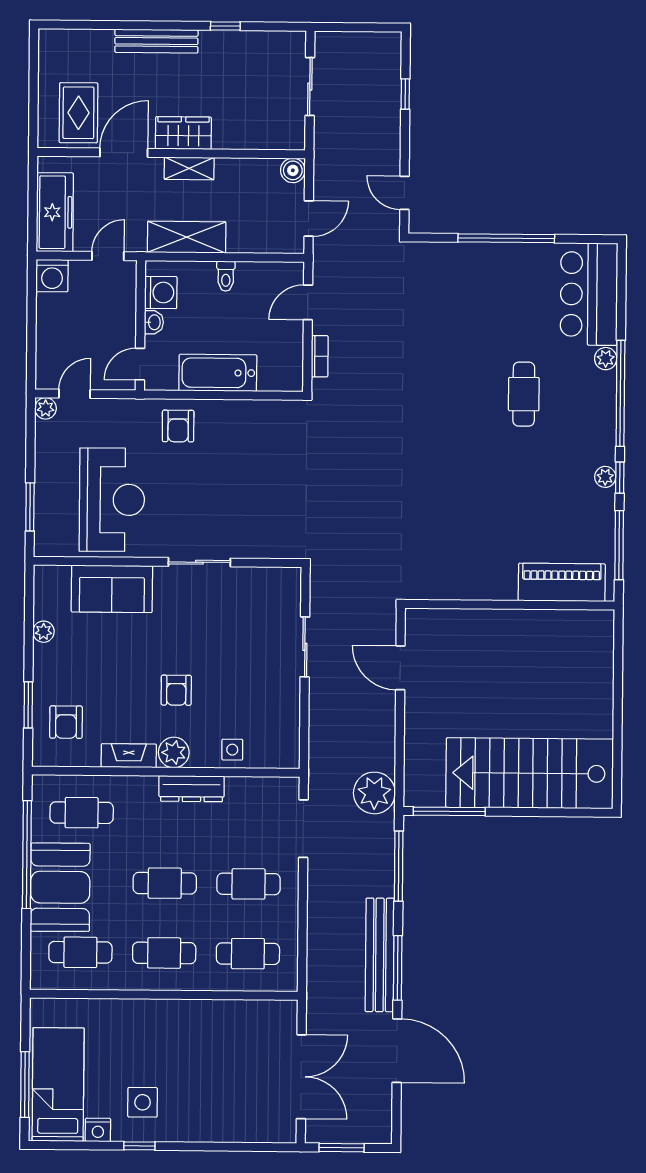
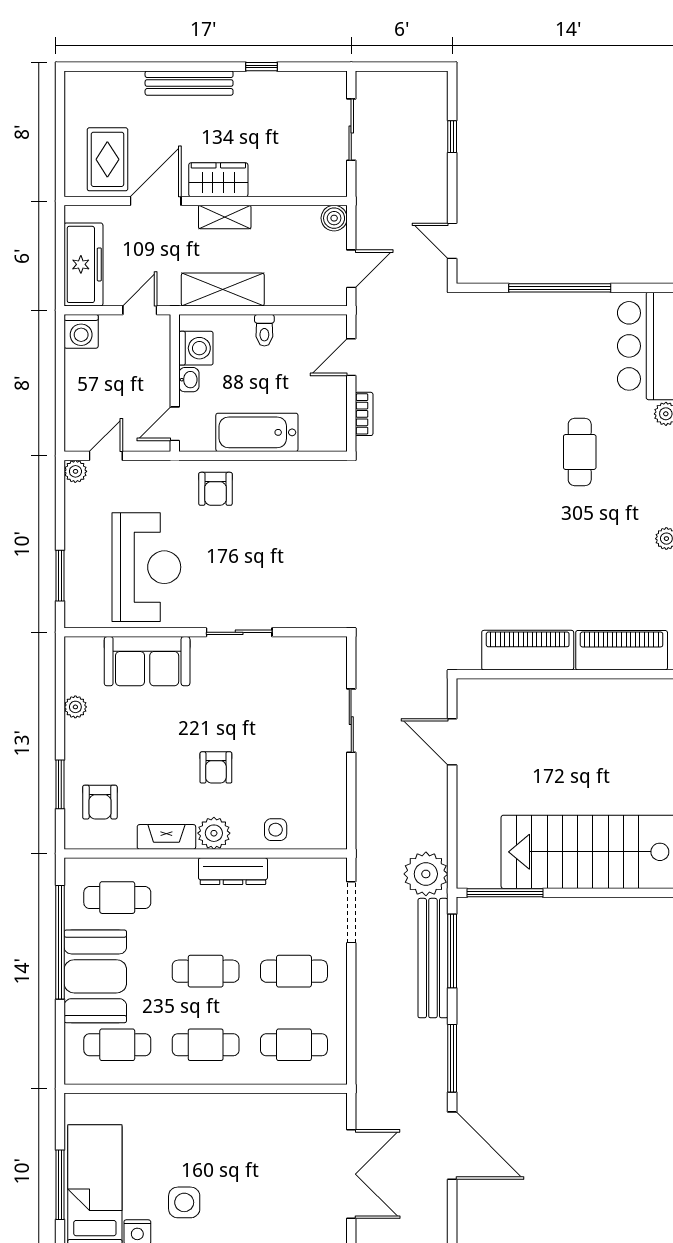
piano: (473, 582) -> (528, 650), added
bench: (380, 955) -> (433, 958), moved

